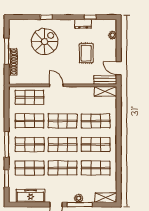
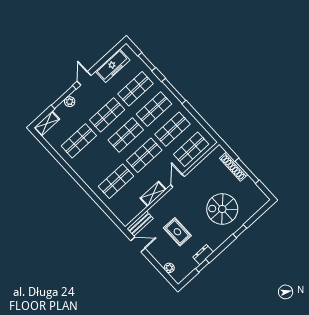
spiral stairs: (45, 42) -> (222, 209), turned 90
door: (56, 85) -> (178, 181), swing flipped
shelving: (105, 91) -> (153, 194), moved
shop shelf: (96, 144) -> (97, 161), removed

